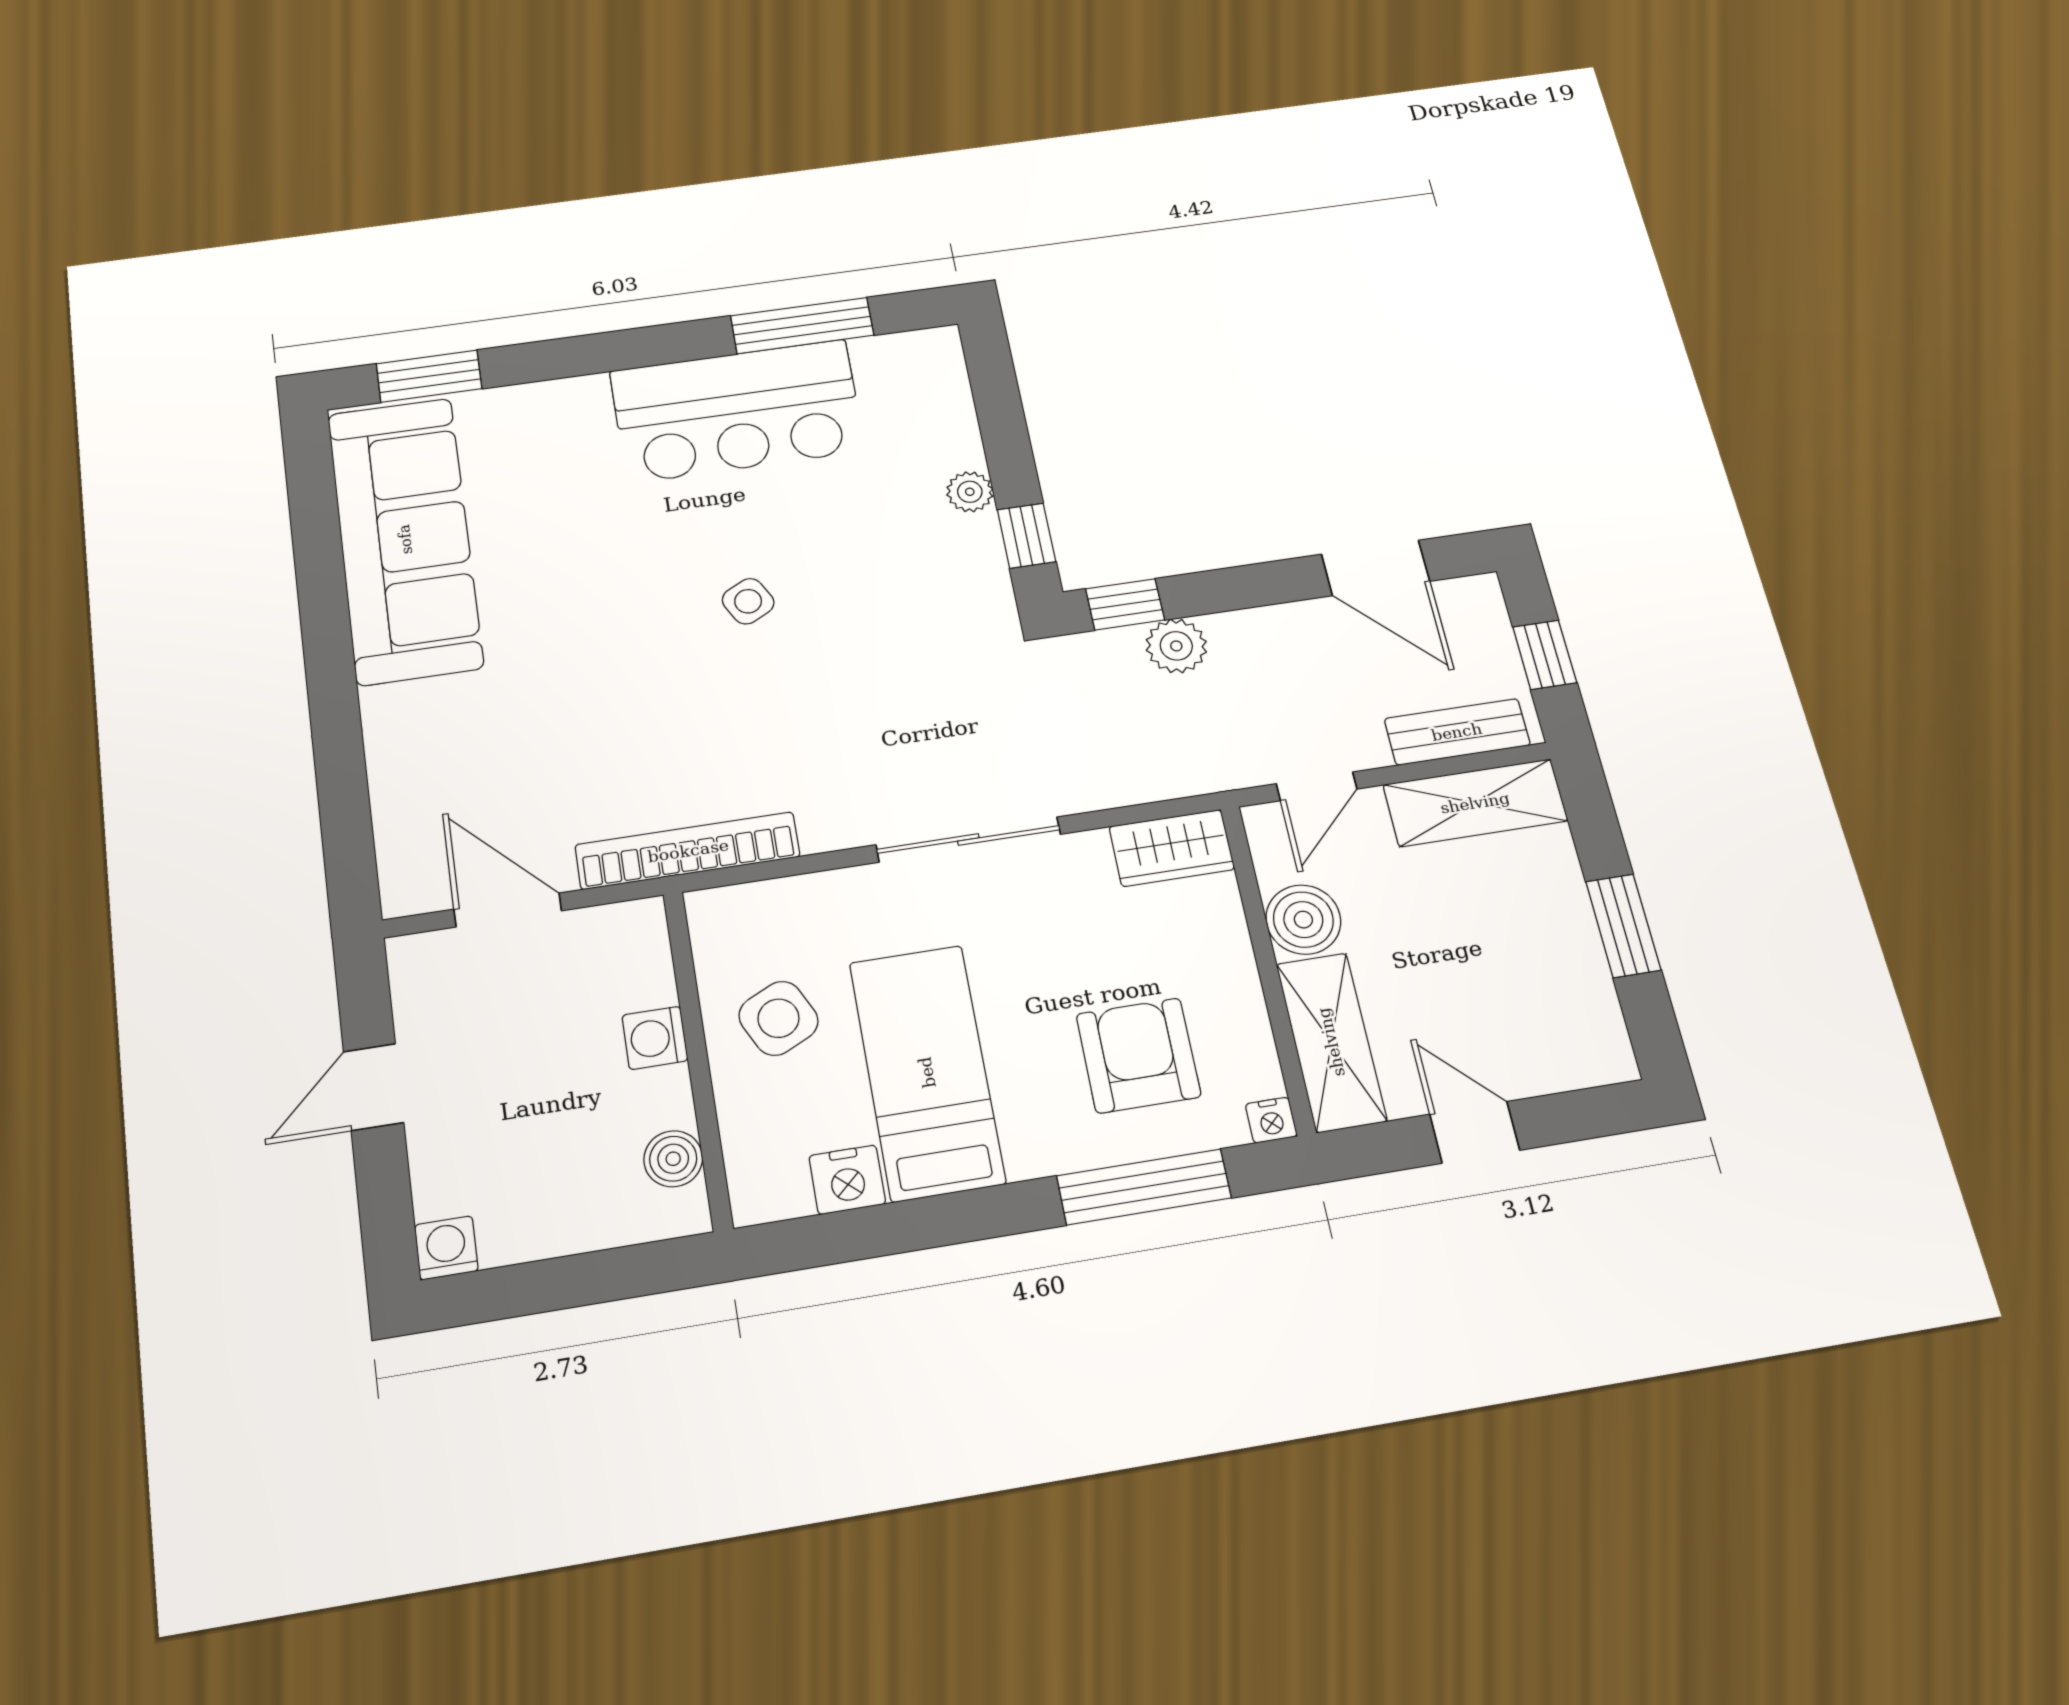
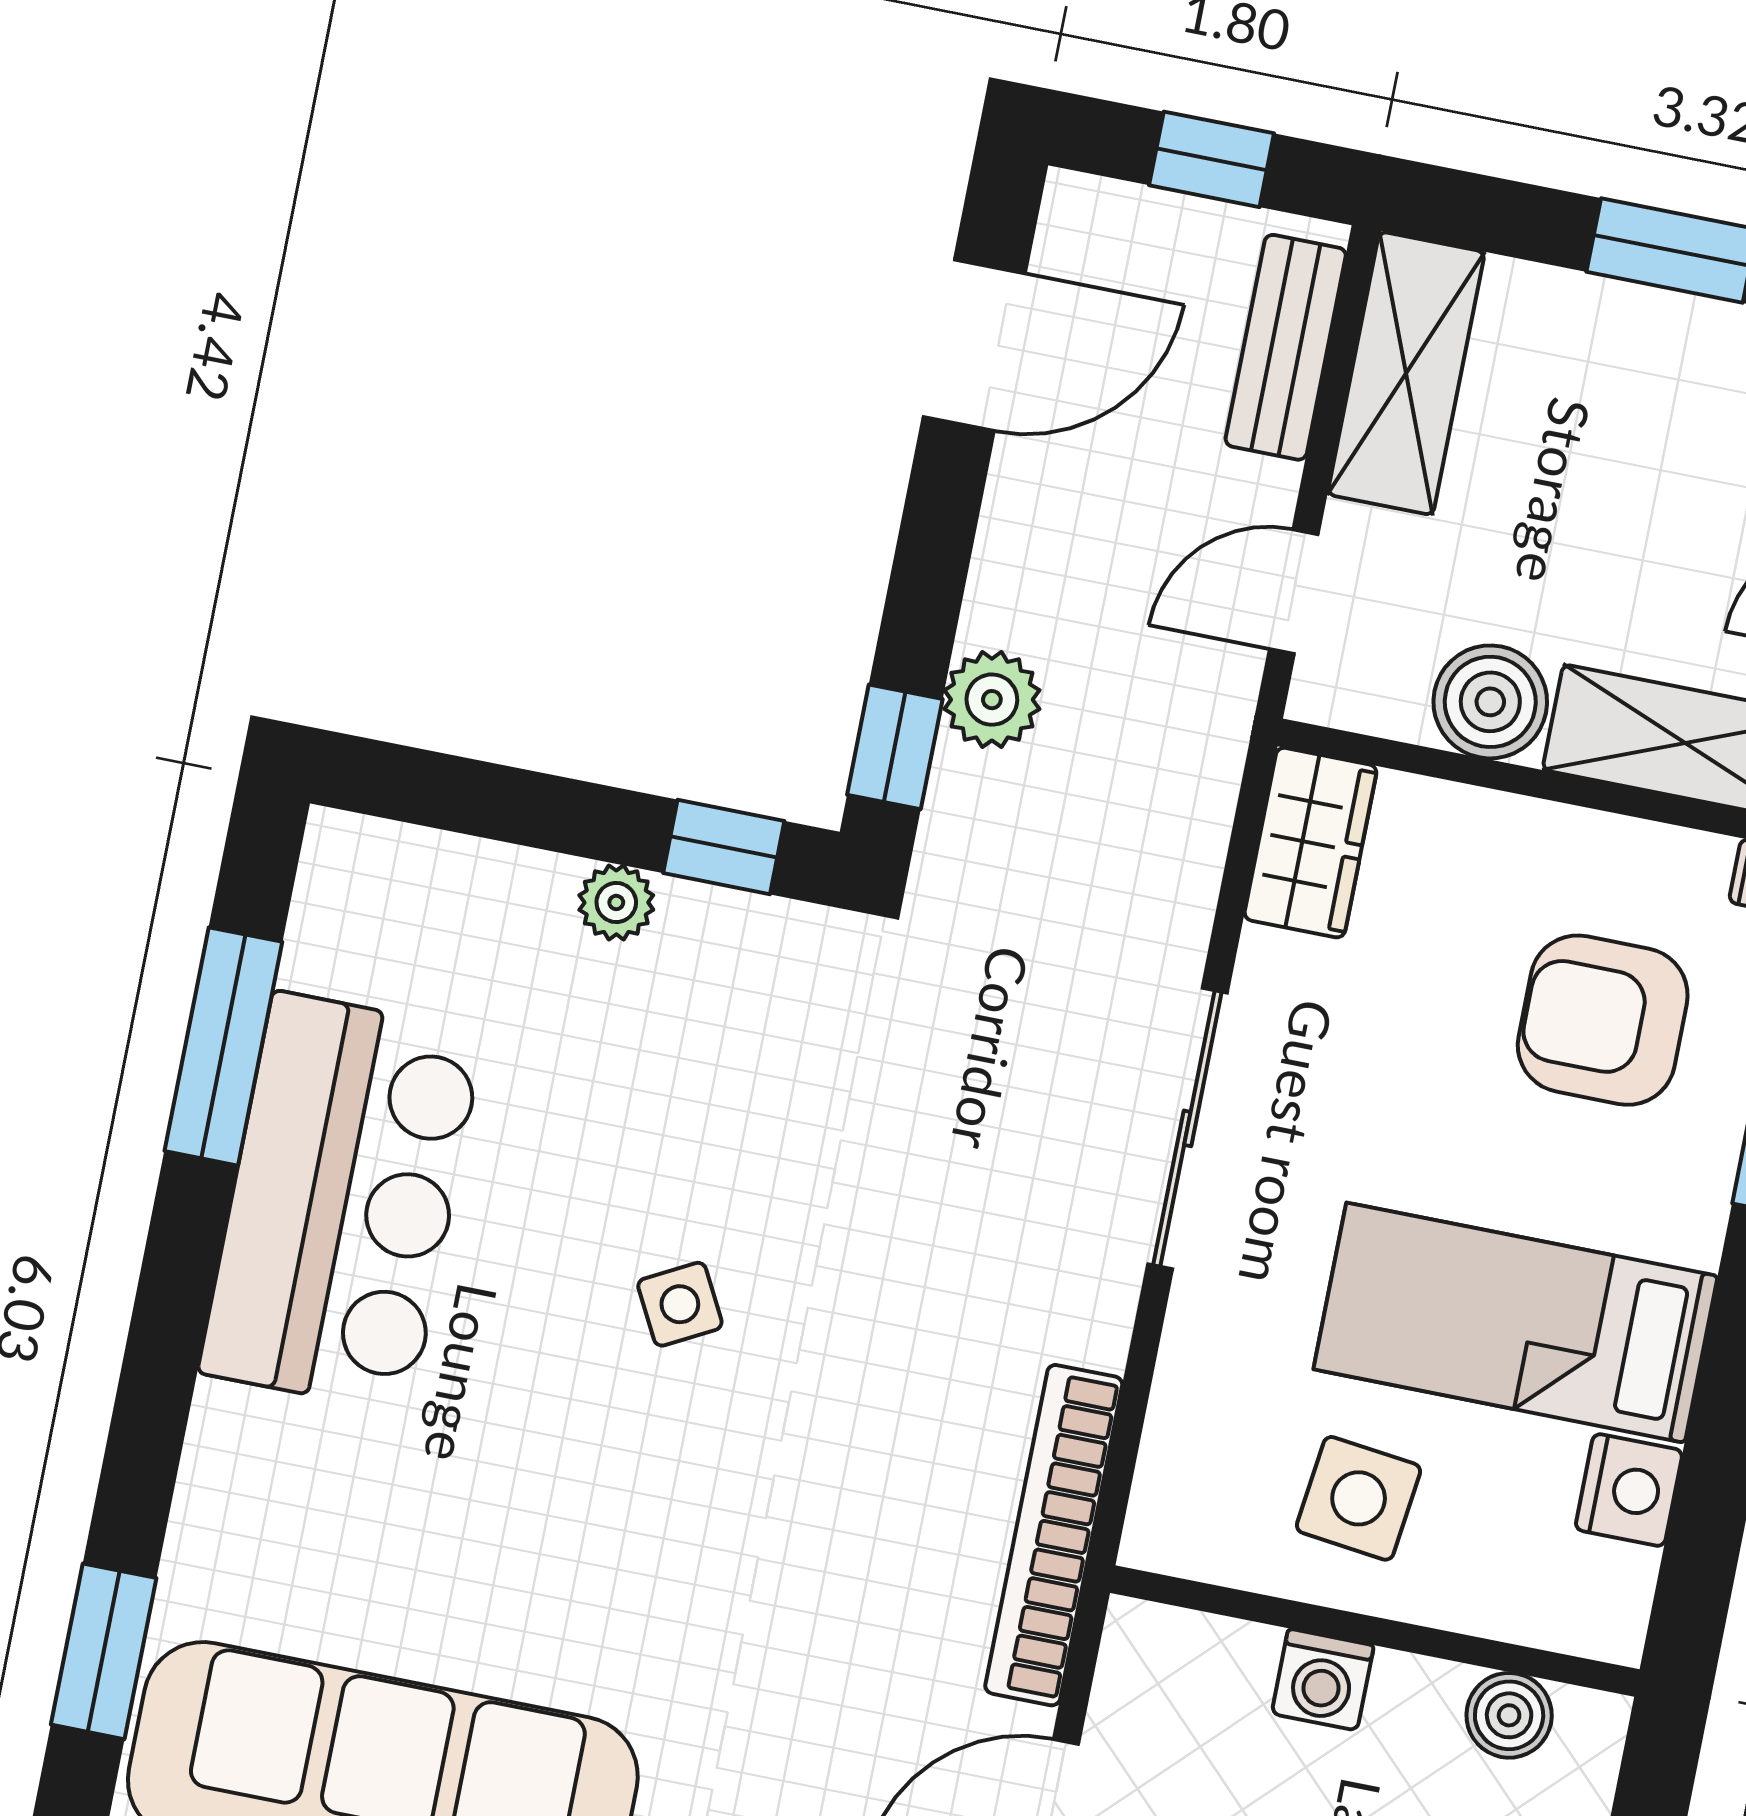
door: (1317, 786) -> (1294, 592), swing flipped
side table: (778, 1018) -> (1359, 1498), turned 33

